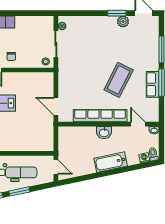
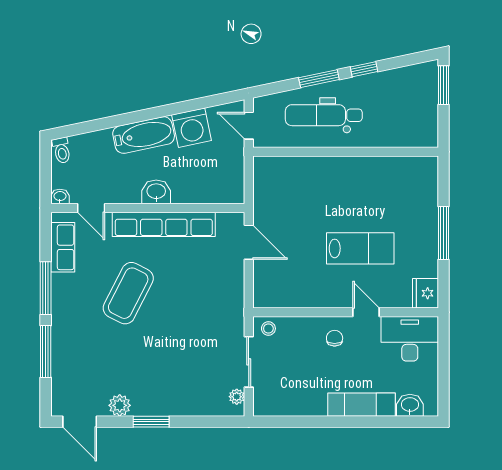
window: (117, 13) -> (151, 422), moved
row of seats: (153, 84) -> (63, 247), moved
washing machine: (144, 158) -> (192, 128), moved, width x1.89, depth x1.89

